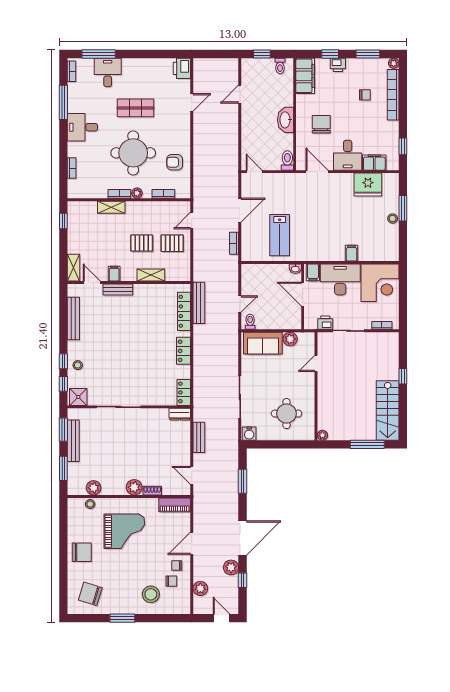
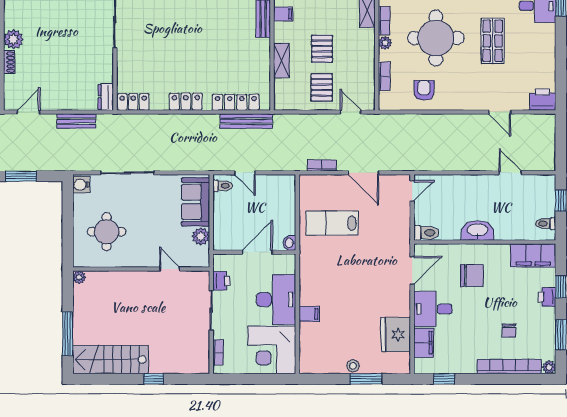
filing cabinet: (313, 272) -> (285, 265), removed

